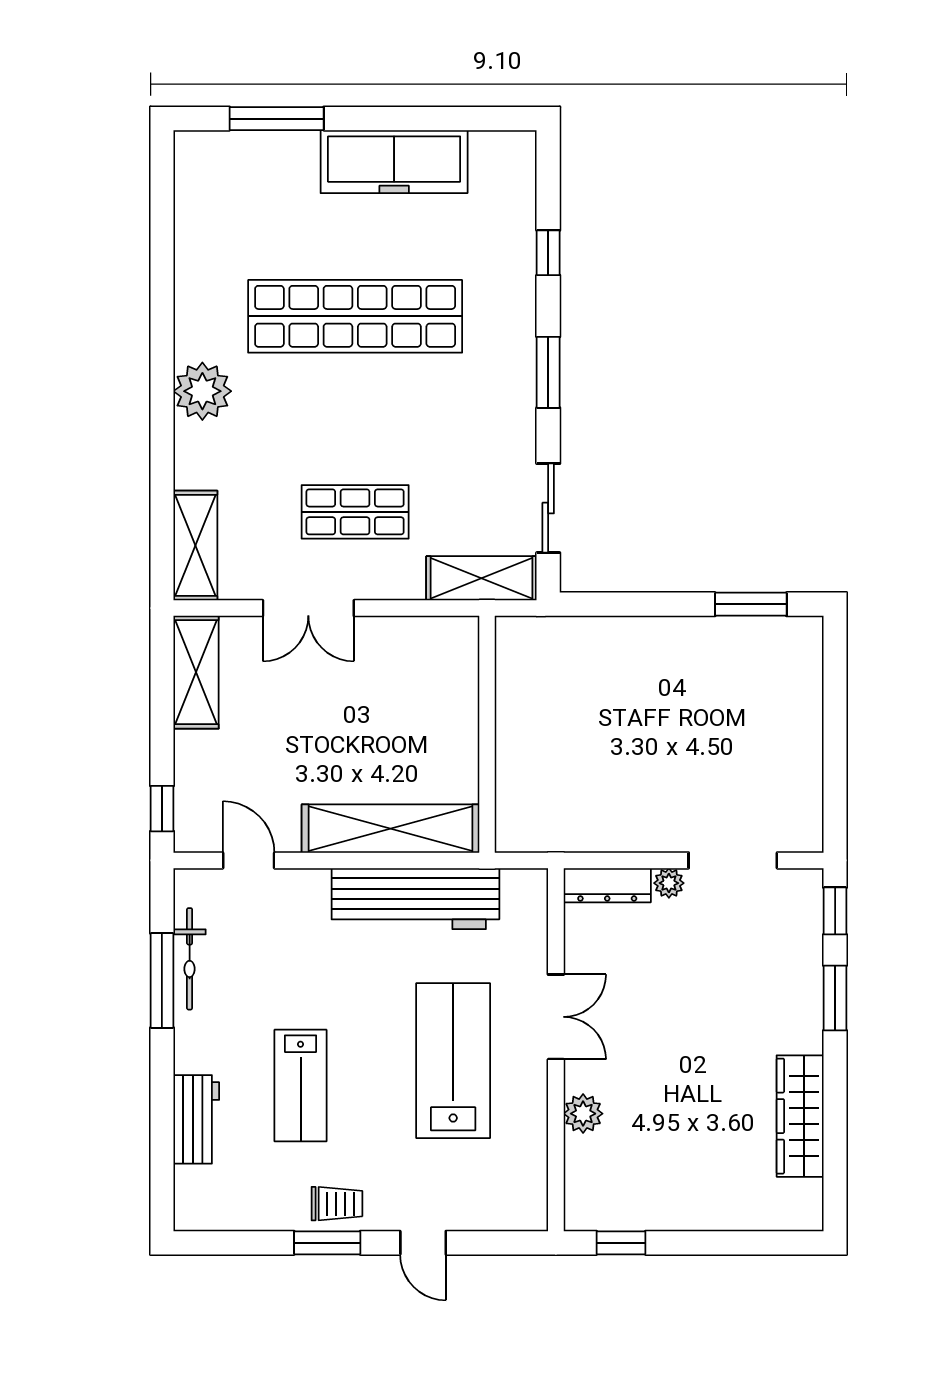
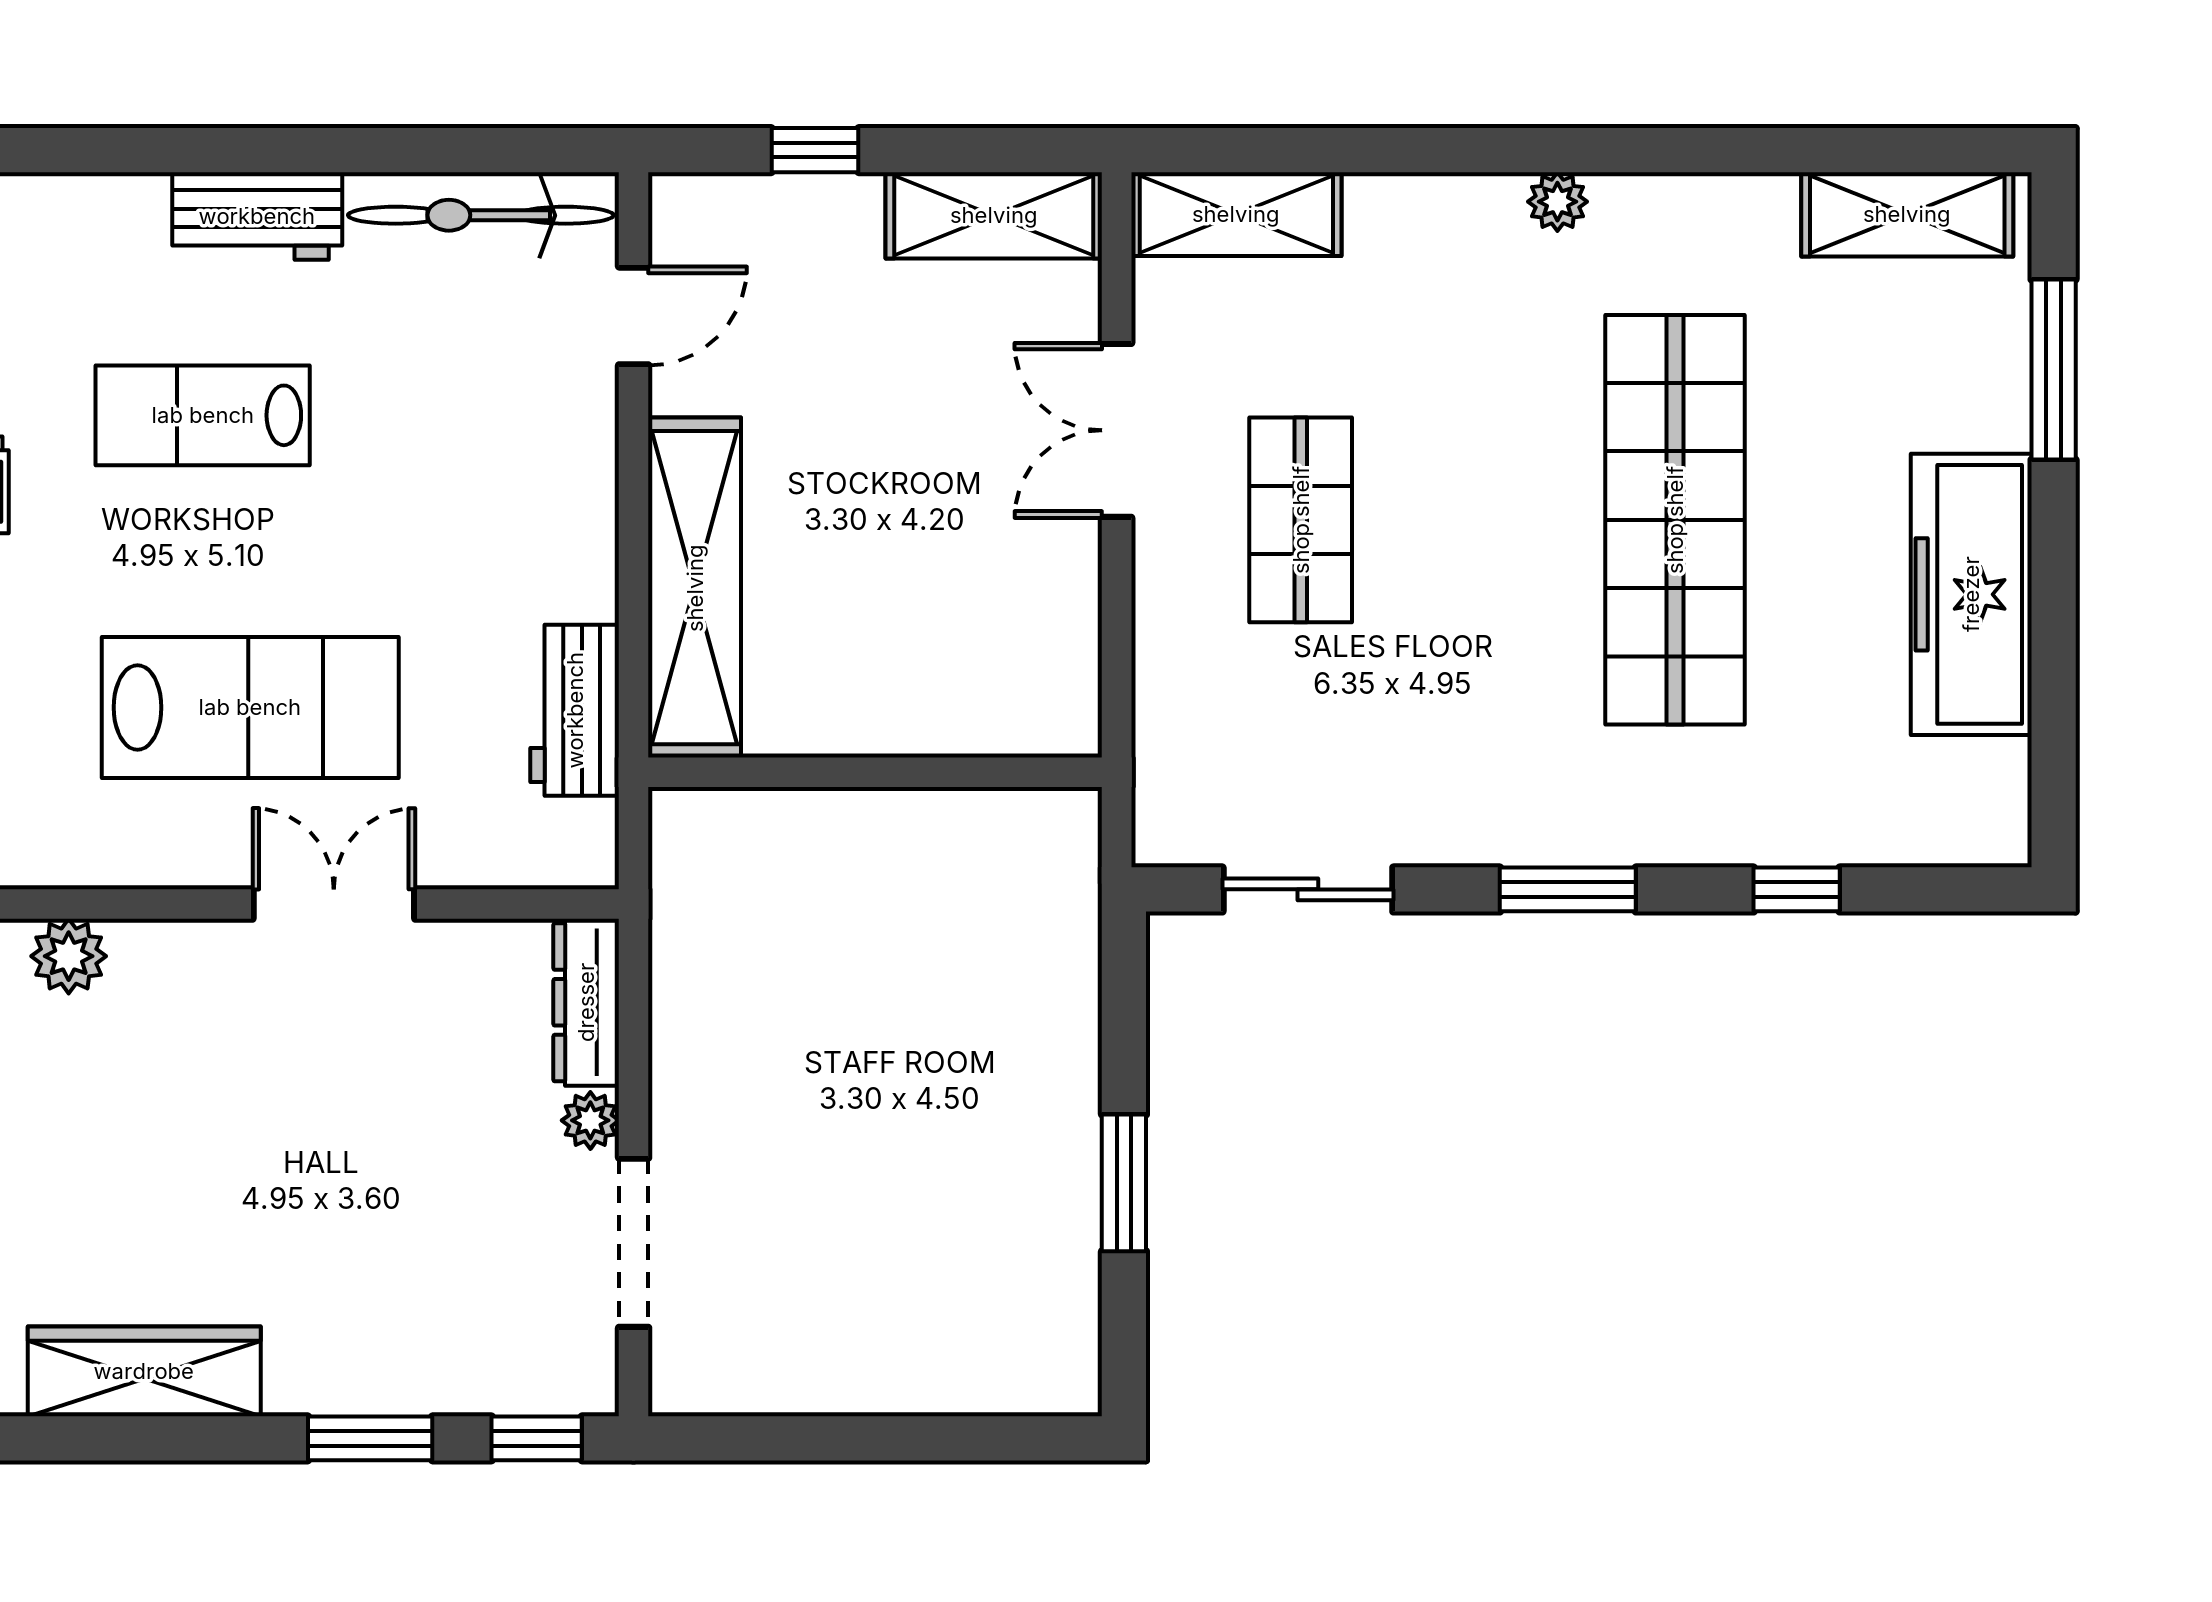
plant: (202, 391) -> (1557, 202), width x0.53, depth x0.53
shelving: (481, 578) -> (1907, 214), moved, turned 90
window: (751, 604) -> (1124, 1183), moved
window: (162, 809) -> (815, 150), moved
workbench: (415, 899) -> (575, 710), width x0.53, depth x0.76
bicycle: (190, 959) -> (481, 215), width x1.37, depth x1.40
window: (162, 980) -> (404, 150), removed
double door: (556, 1017) -> (334, 904), swing flipped
plant: (583, 1114) -> (69, 956), moved
workbench: (196, 1119) -> (257, 216), moved

